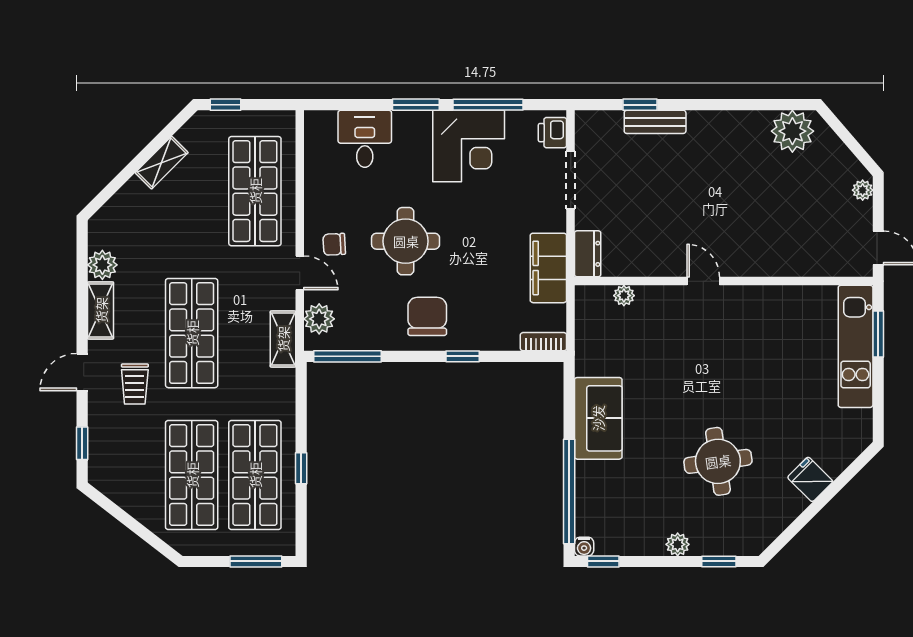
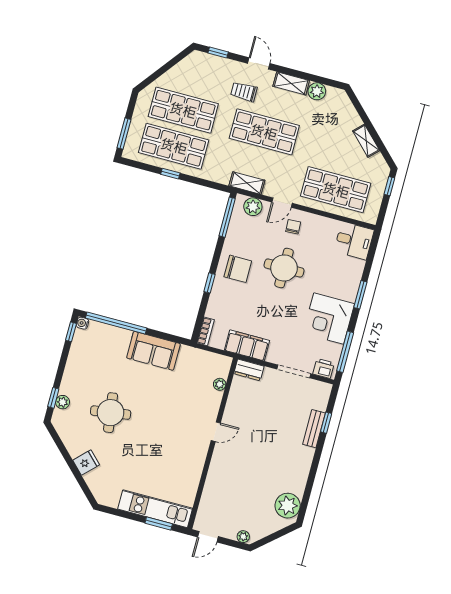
window: (488, 105) -> (345, 352), moved
desk: (365, 139) -> (354, 241), moved
plant: (678, 544) -> (63, 402), moved

